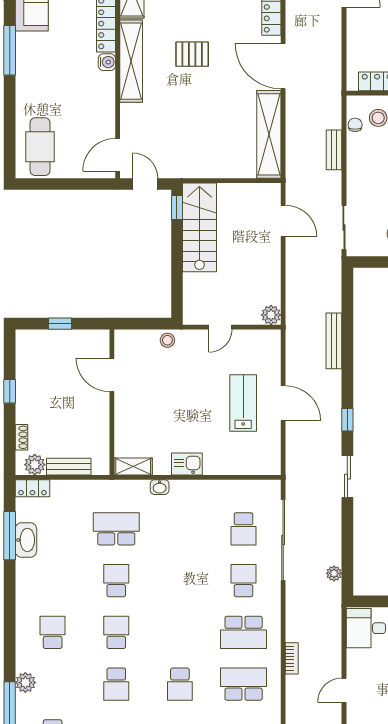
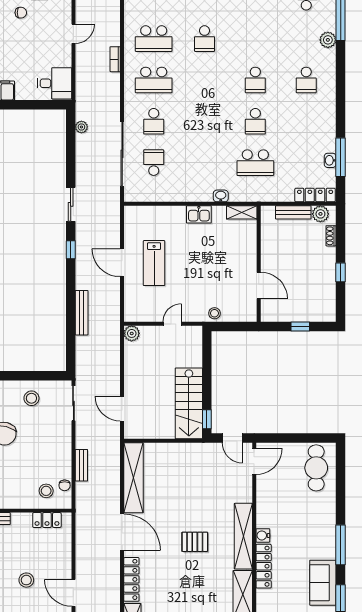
locker: (32, 488) -> (315, 195), width x1.53
washbasin: (26, 540) -> (330, 160), width x0.52, depth x0.69
school desk: (244, 632) -> (154, 80), turned 180
school desk: (116, 684) -> (255, 39), removed
school desk: (180, 684) -> (205, 39), turned 180

